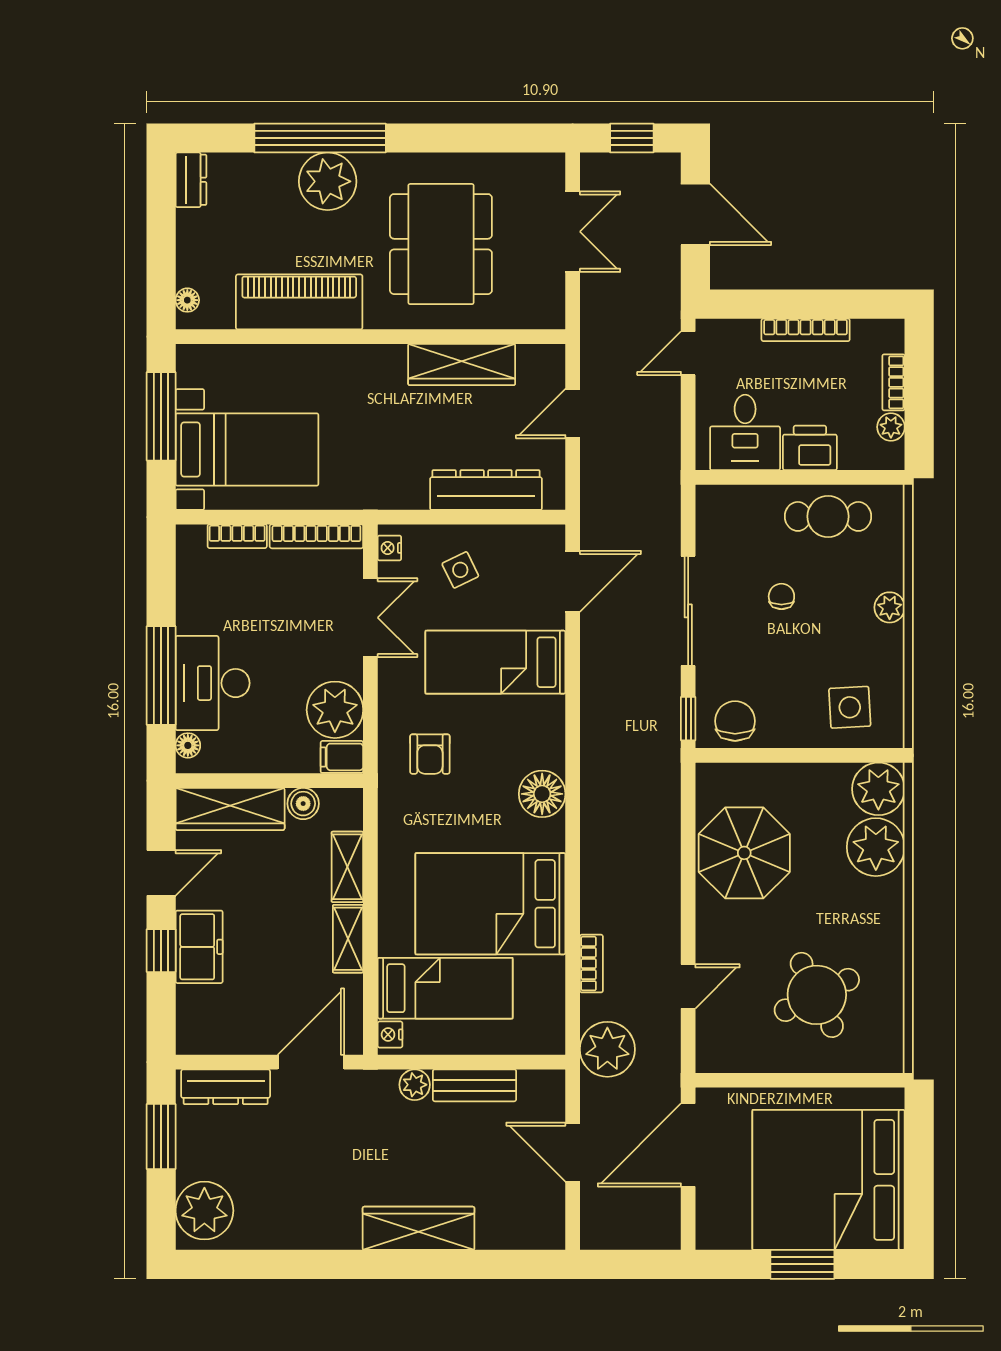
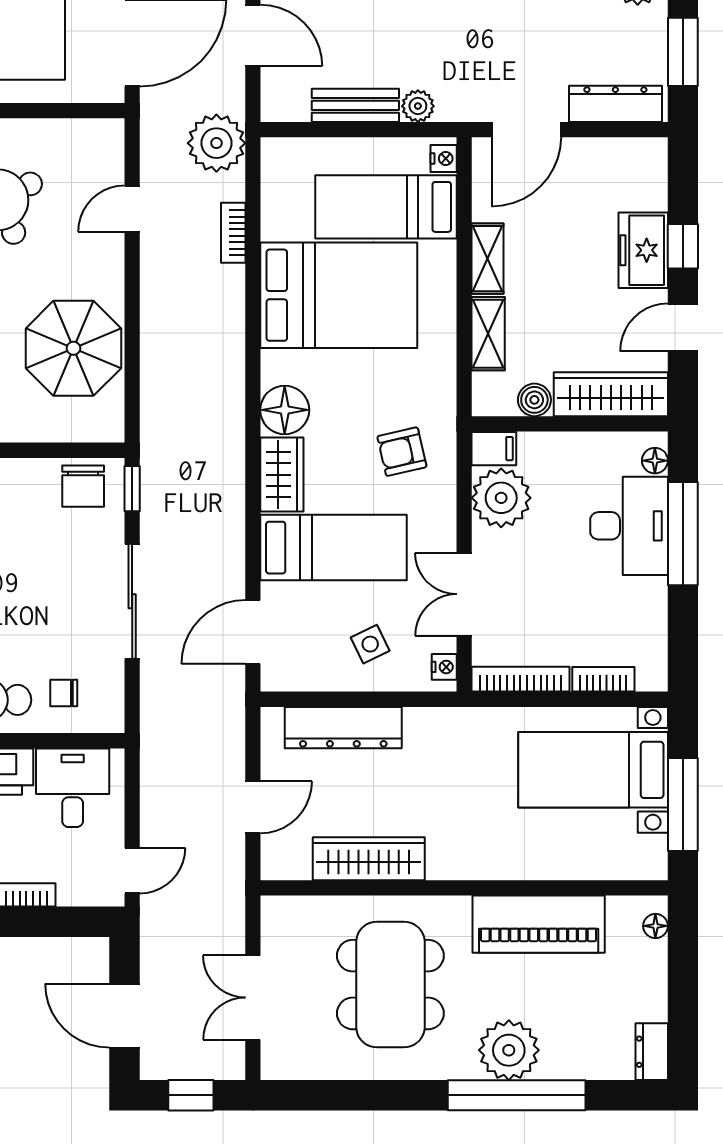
chair: (781, 596) -> (64, 693), moved, turned 90
wardrobe: (545, 732) -> (282, 475), added
armchair: (430, 754) -> (402, 452), turned -103

